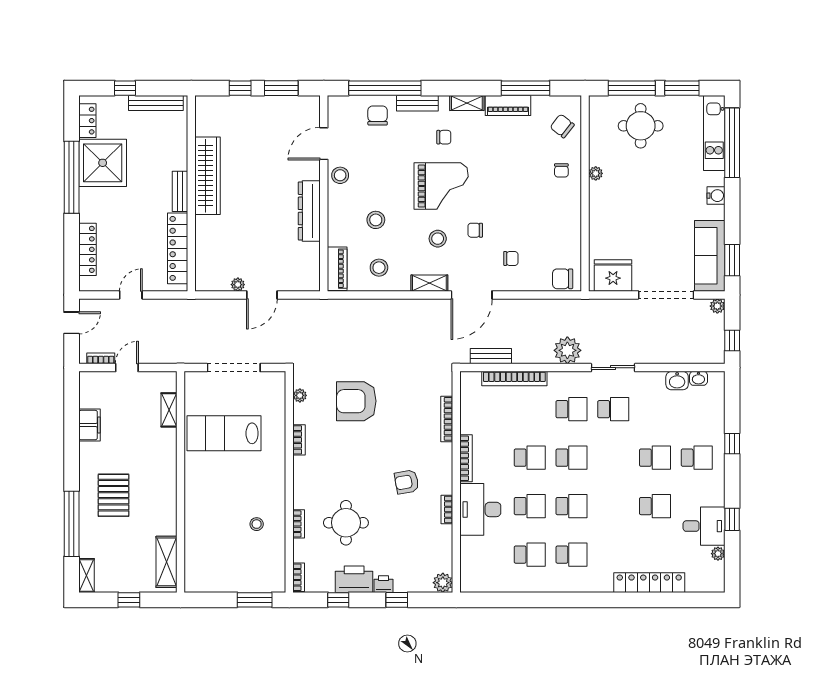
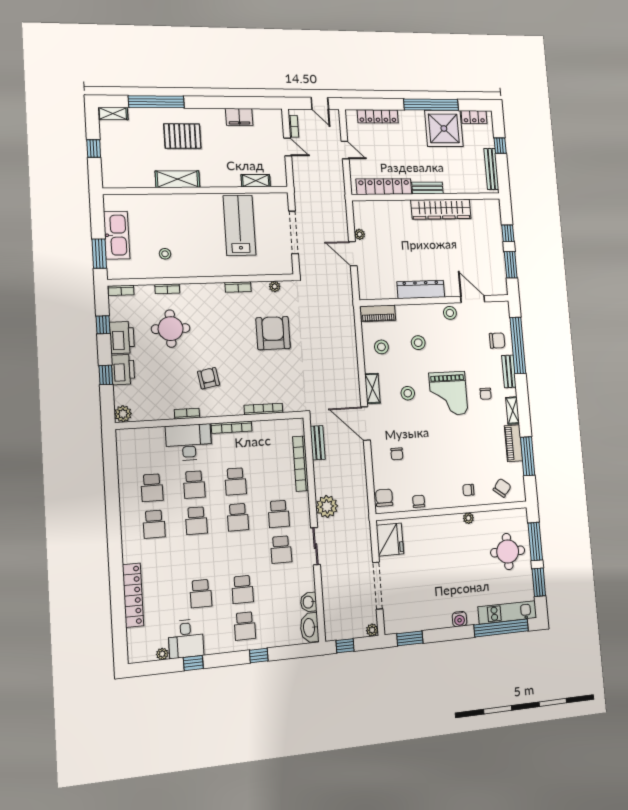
chair: (475, 230) -> (419, 501), moved
sofa: (710, 256) -> (412, 619), removed
washbasin: (698, 378) -> (310, 628), width x1.91, depth x1.45
shelving: (167, 562) -> (178, 179), moved
kitchen sink: (233, 579) -> (117, 235), added
printer: (383, 584) -> (123, 370), width x1.87, depth x1.48

